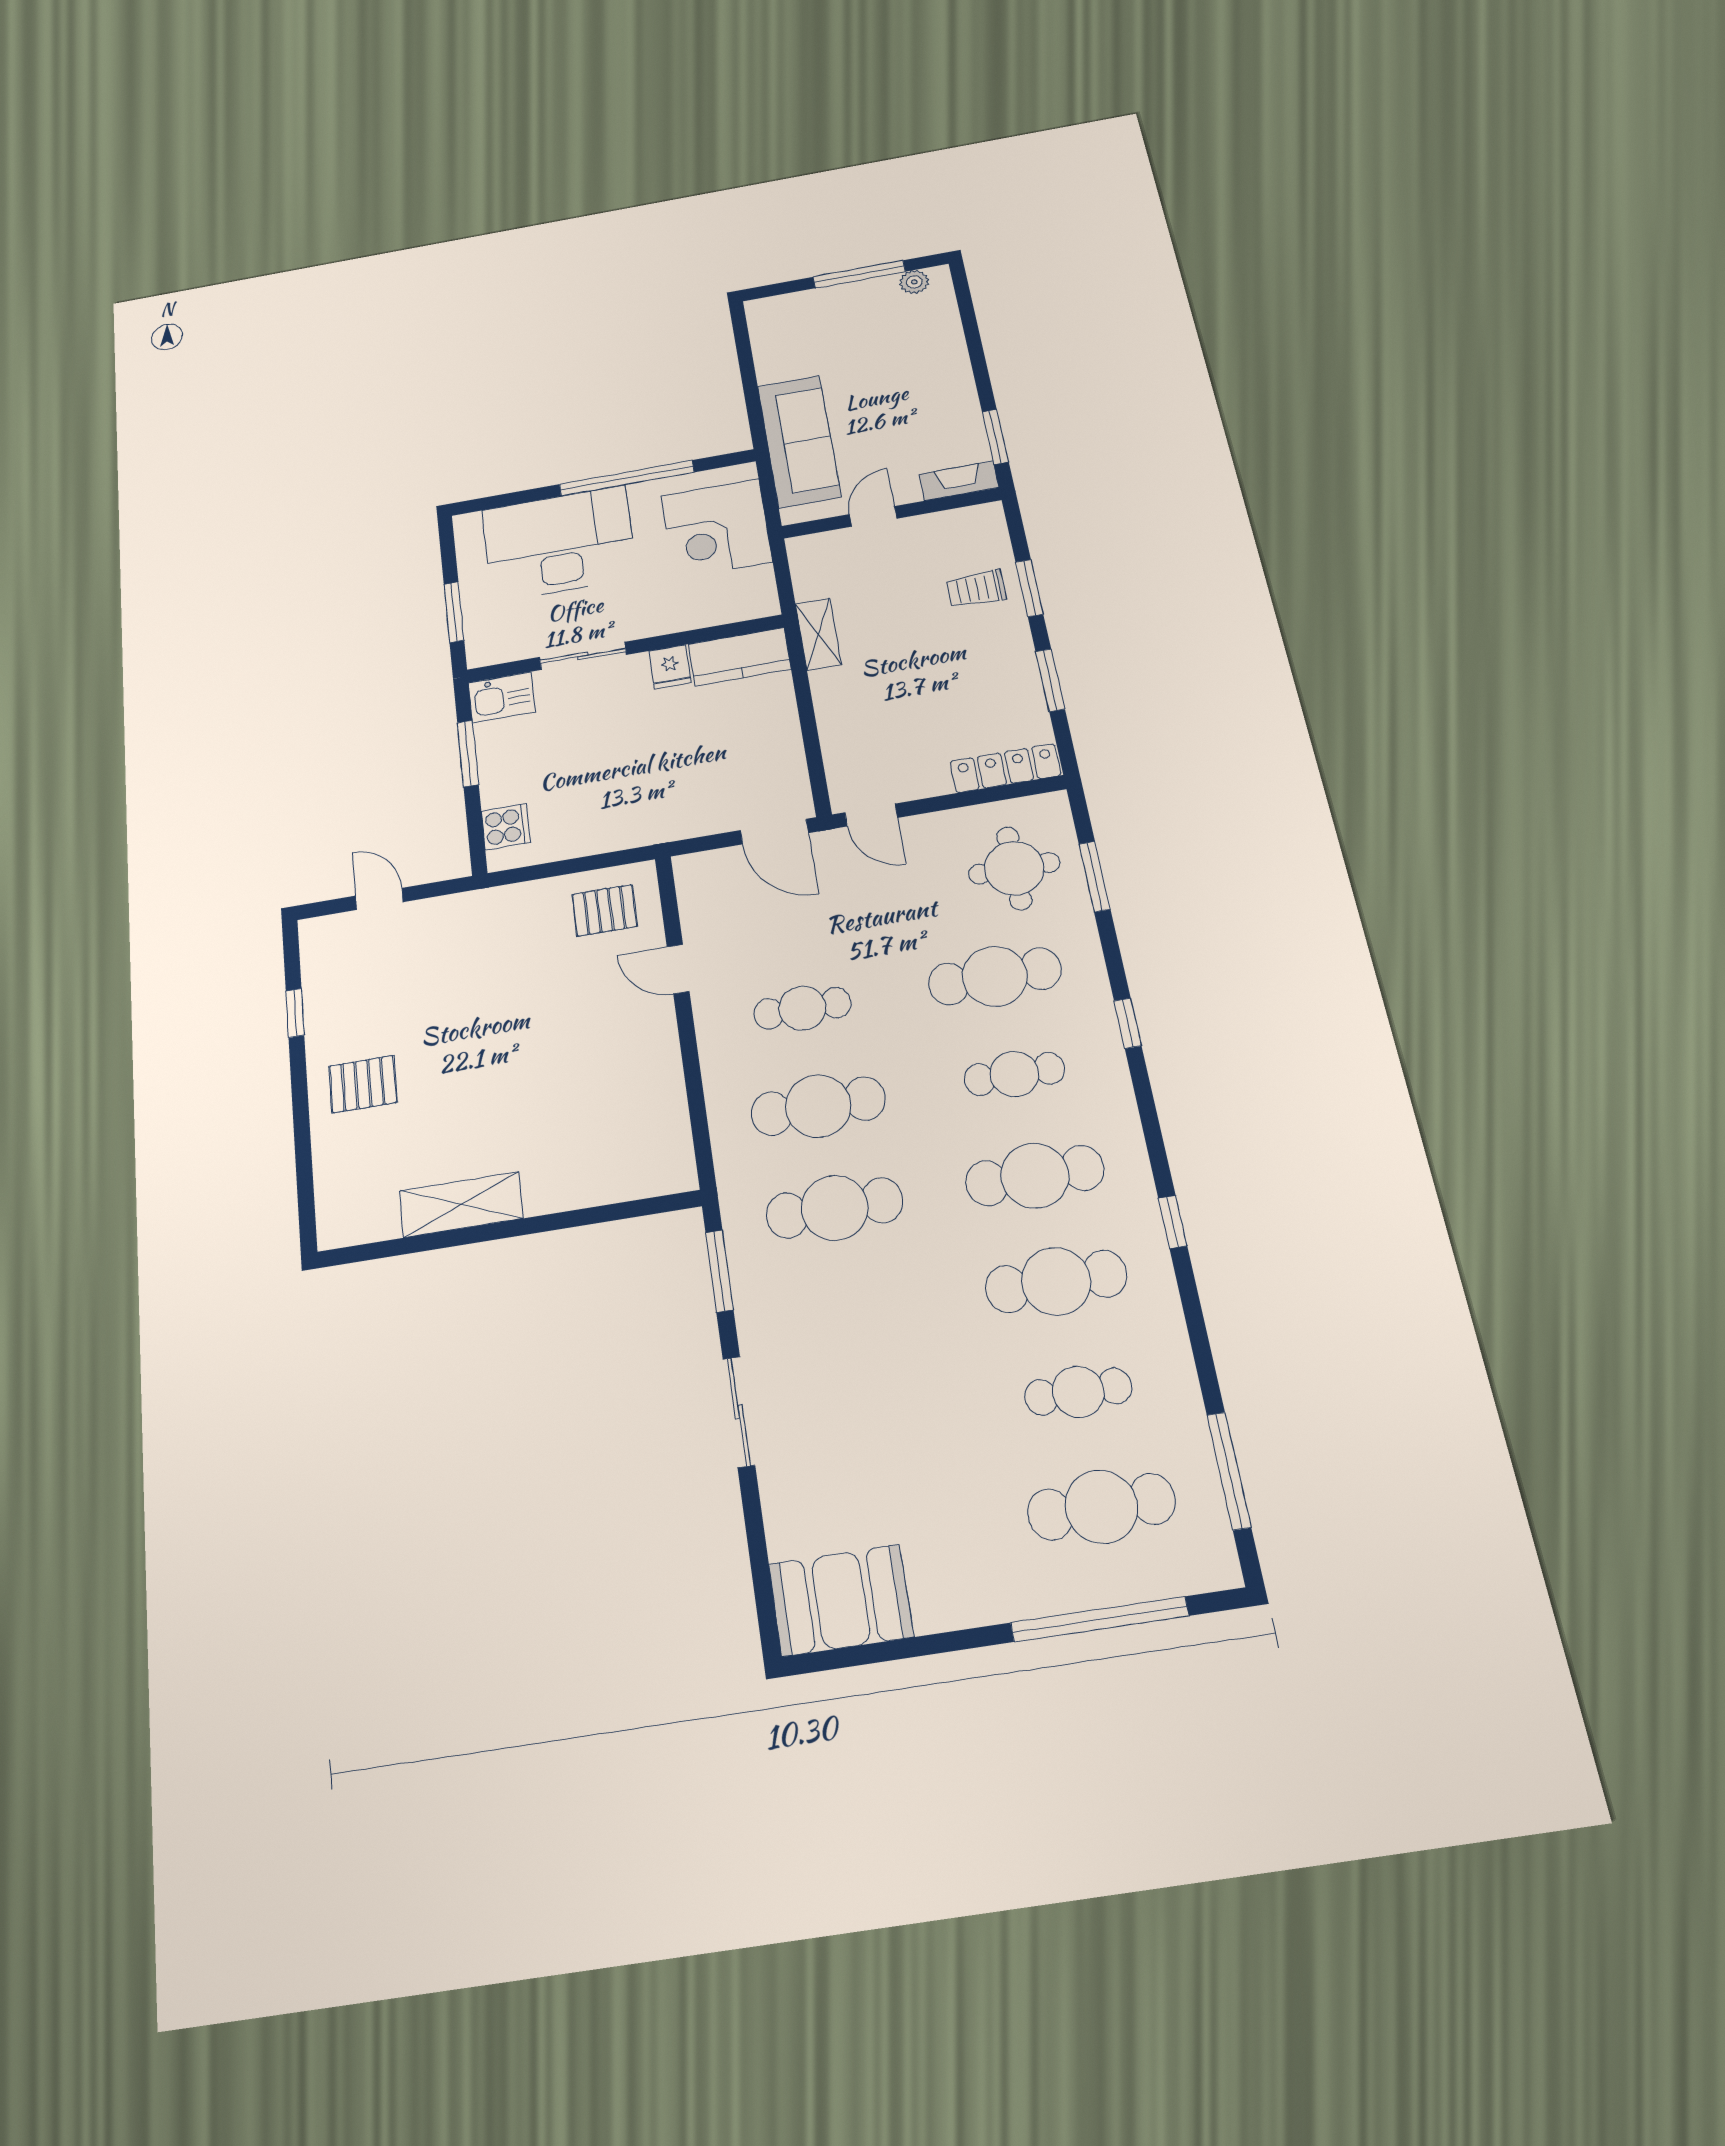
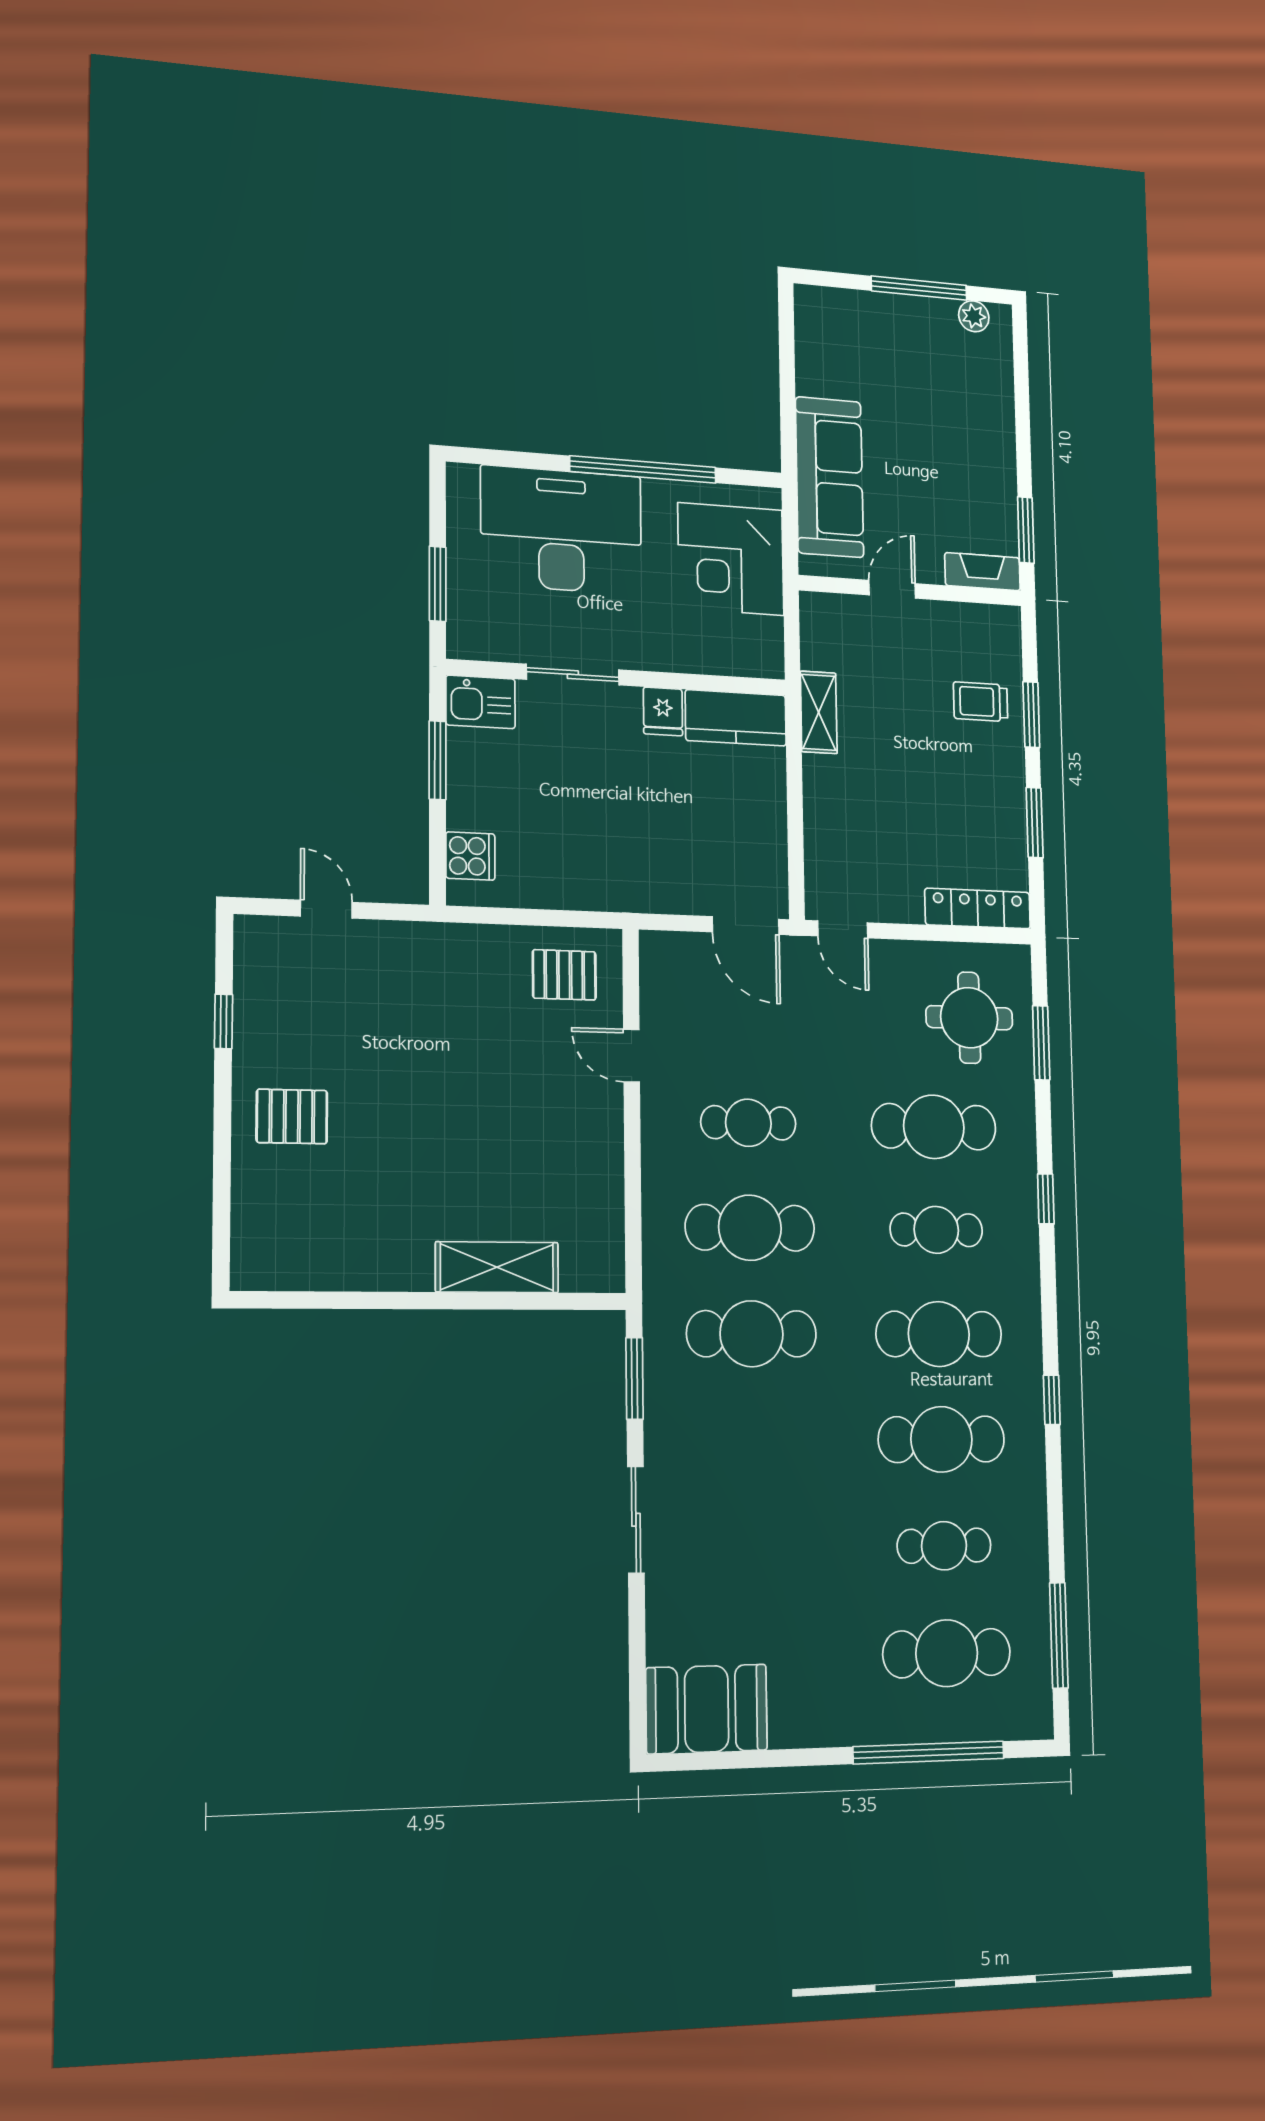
shelving: (461, 1205) -> (497, 1267), moved

